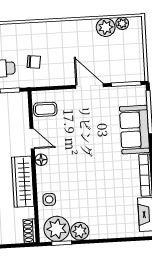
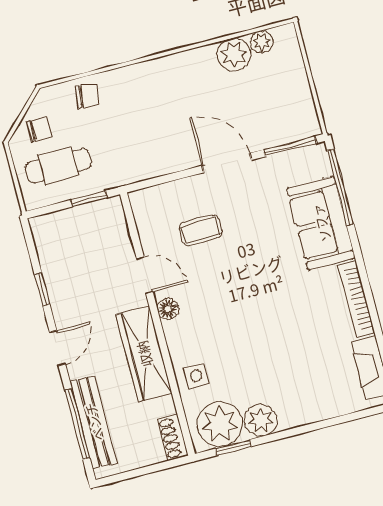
chair: (34, 62) -> (88, 96), moved
coffee table: (45, 109) -> (201, 230), moved

